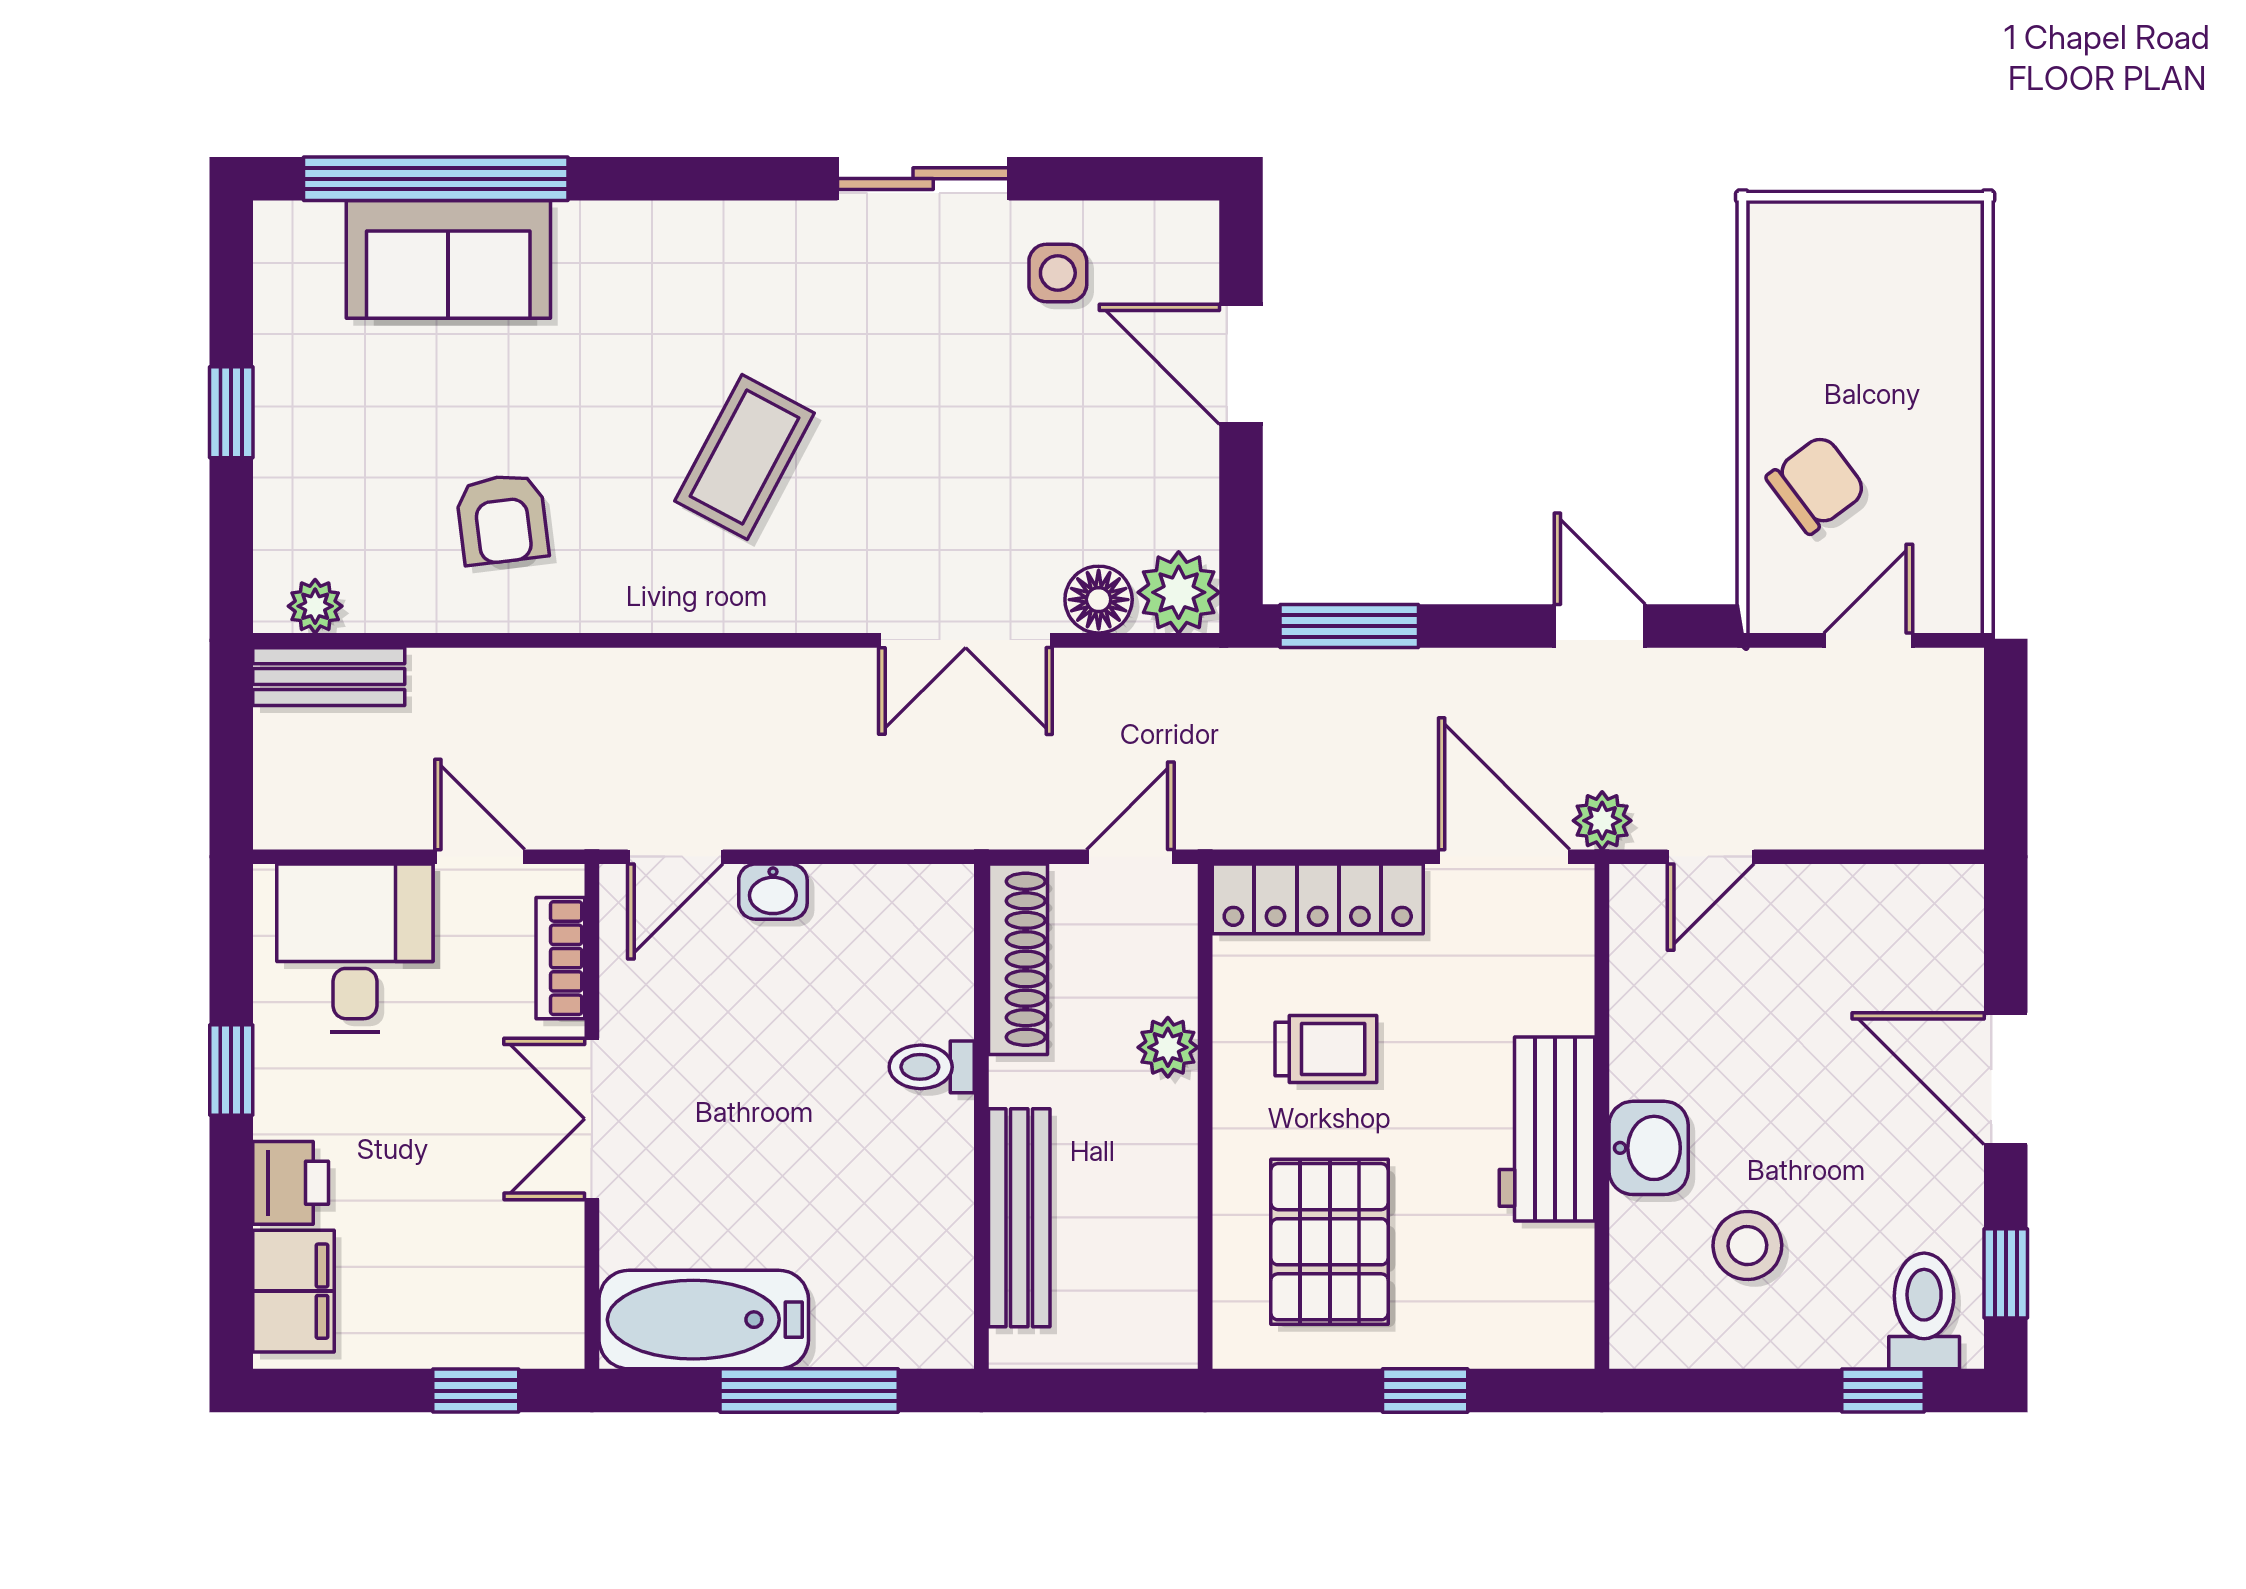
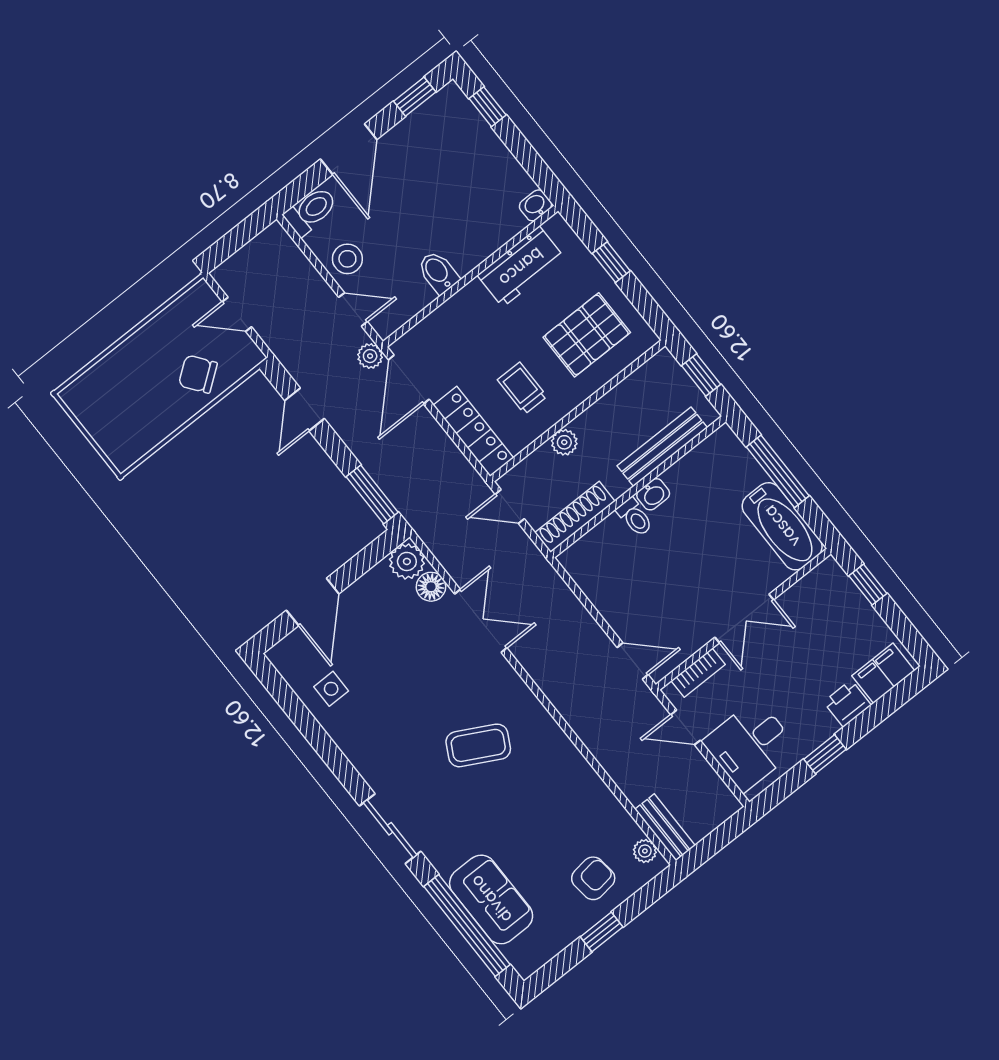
sliding door: (923, 179) -> (390, 829), moved
armchair: (502, 519) -> (593, 878), moved
door: (480, 857) -> (685, 727), hinge flipped
washbasin: (773, 892) -> (653, 494), moved, turned 90
bidet: (1655, 1063) -> (438, 272), added
workbench: (1547, 1129) -> (521, 267), moved
washbasin: (1649, 1148) -> (536, 205), moved, width x0.72, depth x0.69
stool: (1747, 1246) -> (347, 259), moved
toilet: (1924, 1311) -> (311, 211), moved, turned 180
window: (1093, 1391) -> (701, 375), added

